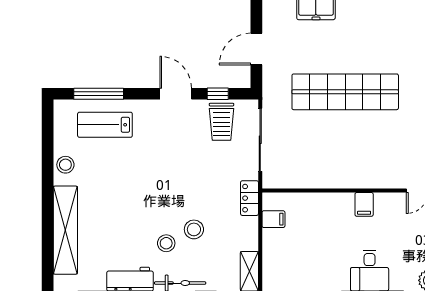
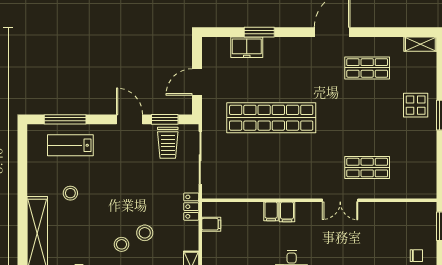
window: (218, 94) -> (165, 119), width x1.50
stool: (65, 165) -> (70, 193), moved
filing cabinet: (345, 204) -> (271, 211), added

